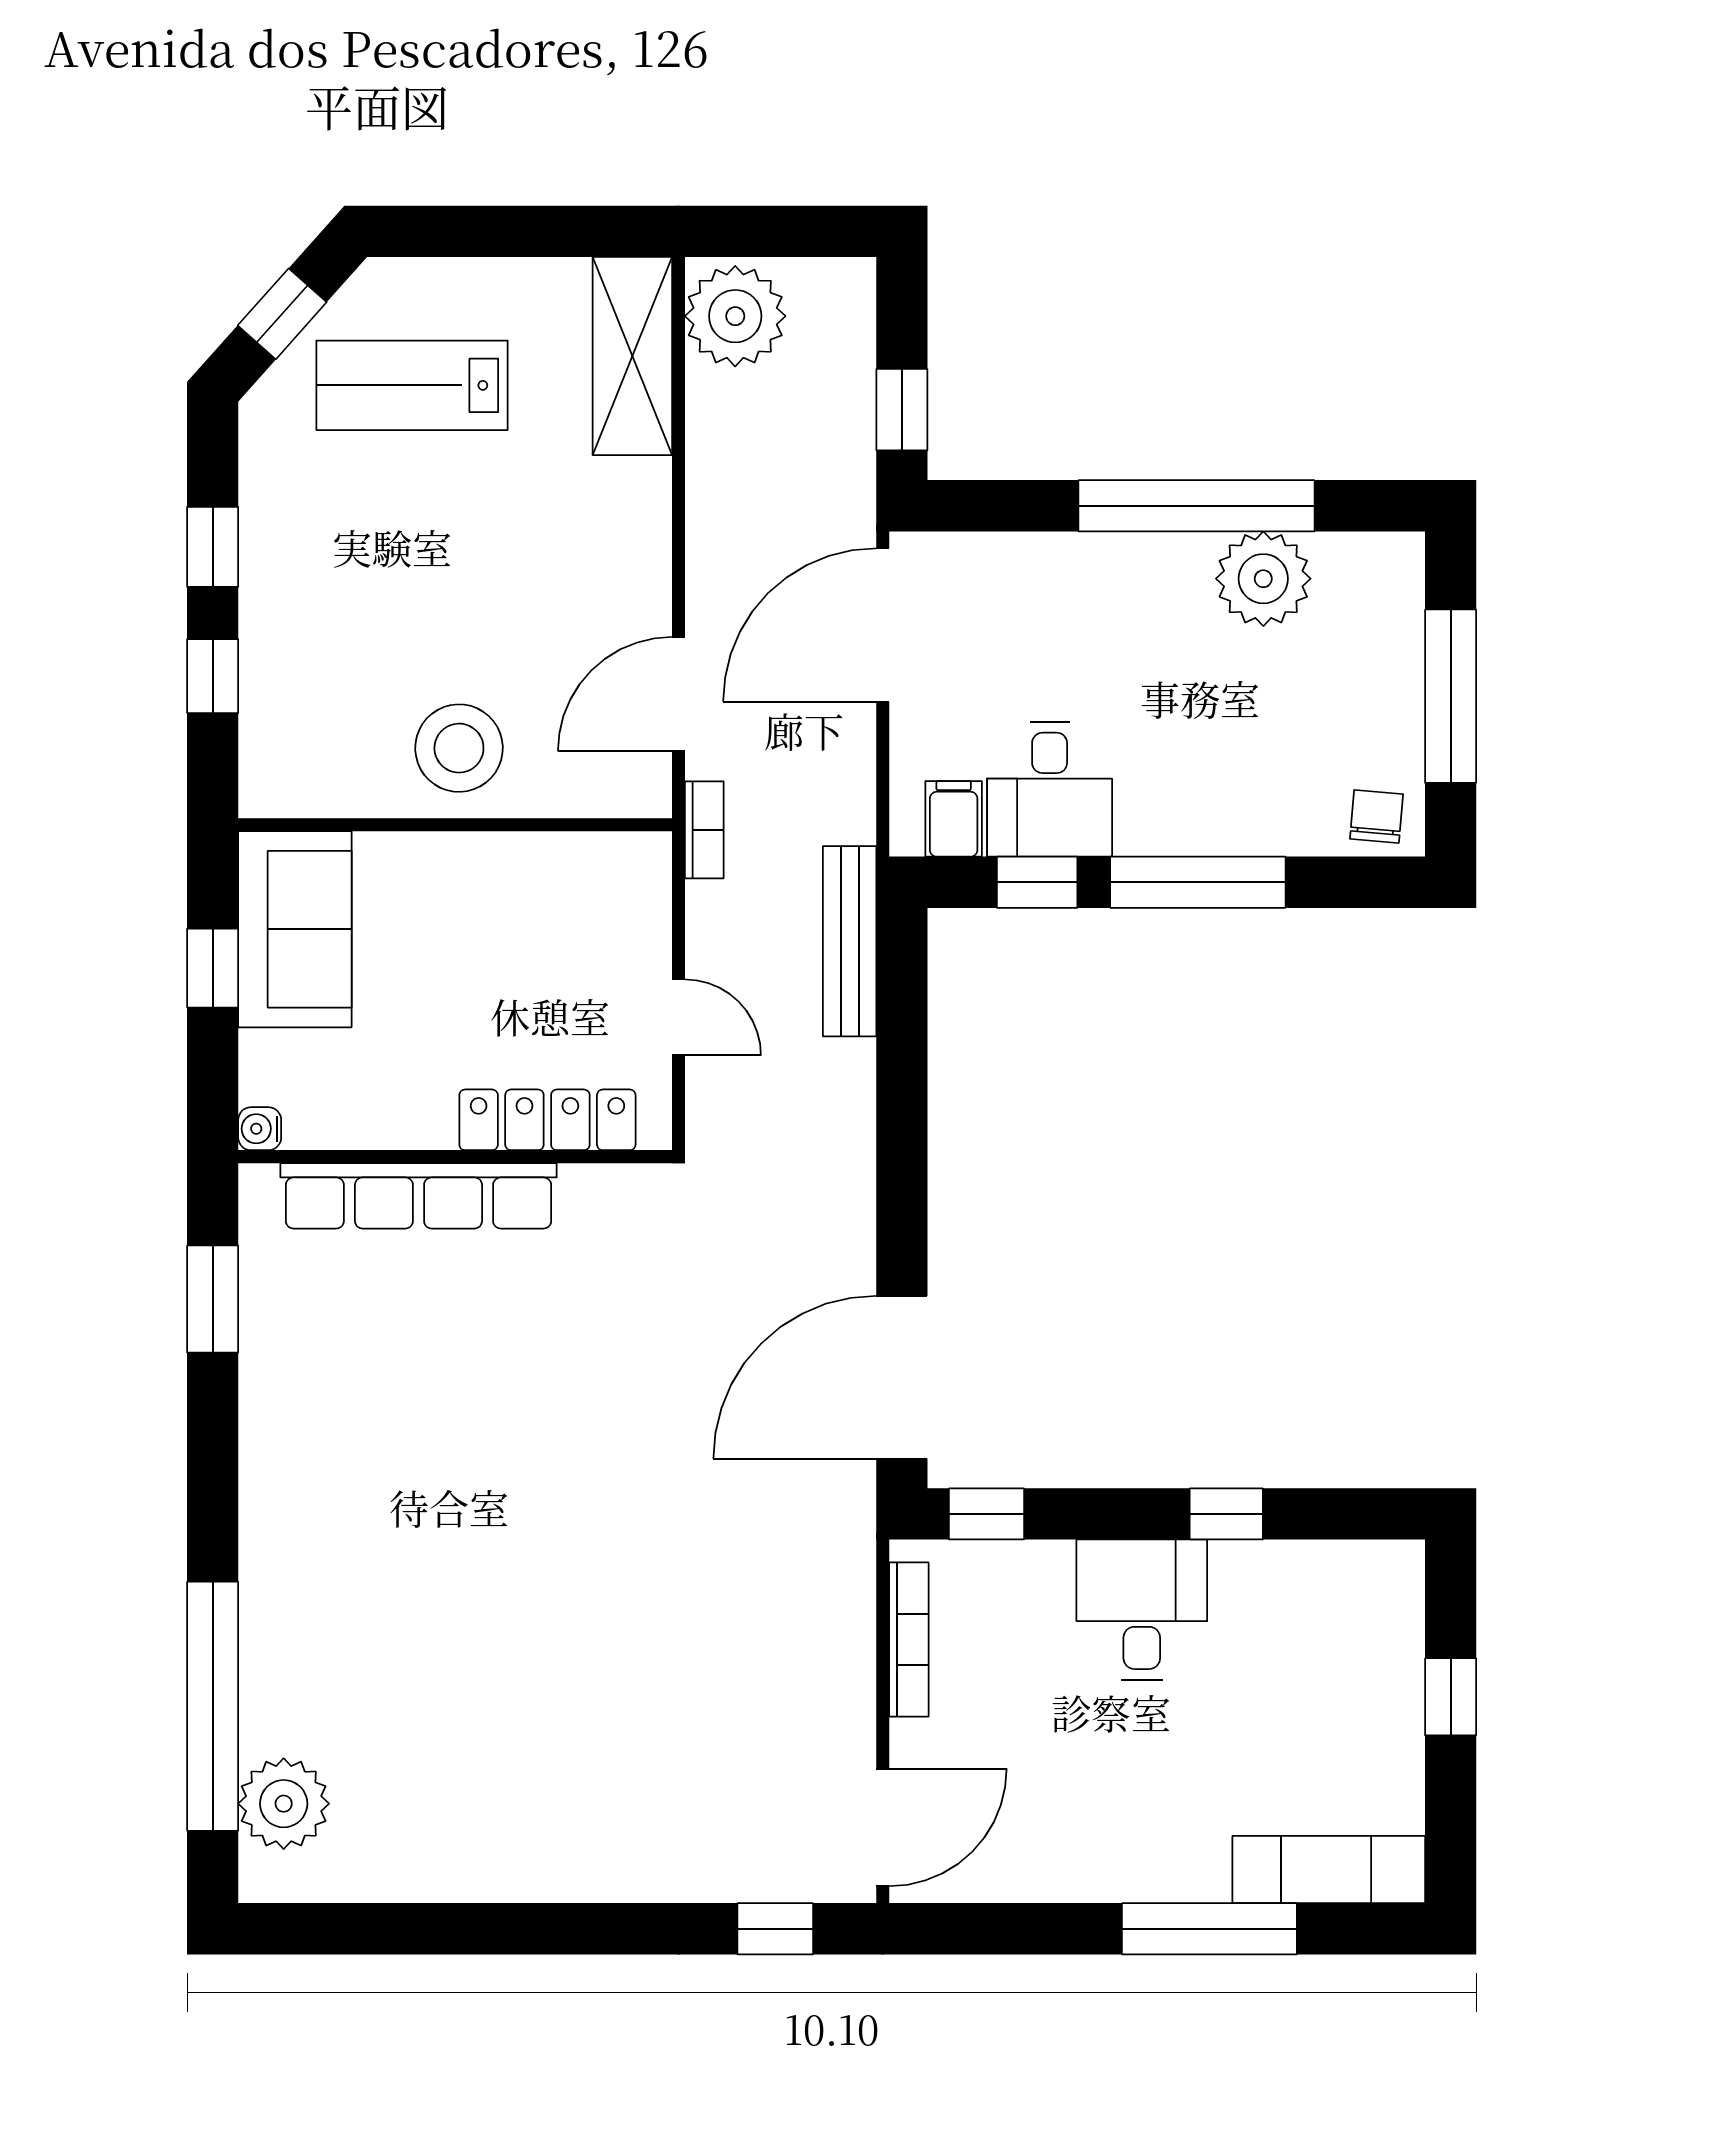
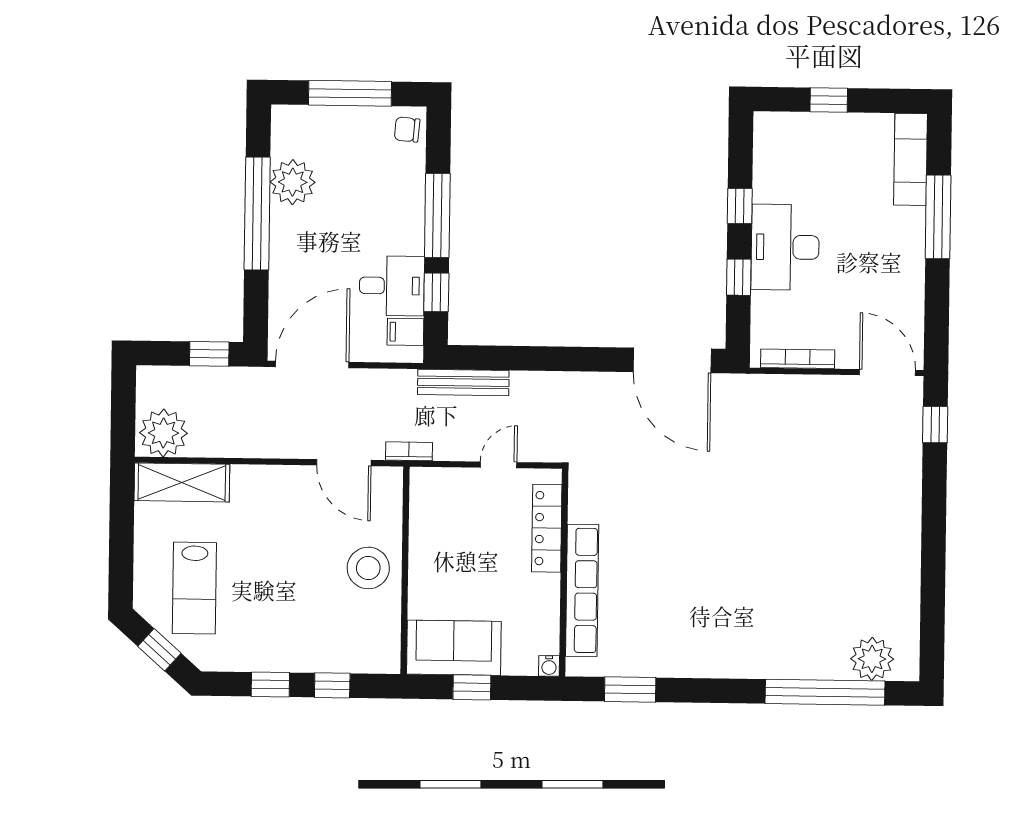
door: (883, 625) -> (312, 365), swing flipped
window: (986, 1514) -> (739, 277), moved
desk: (1142, 1610) -> (785, 247), width x1.37

